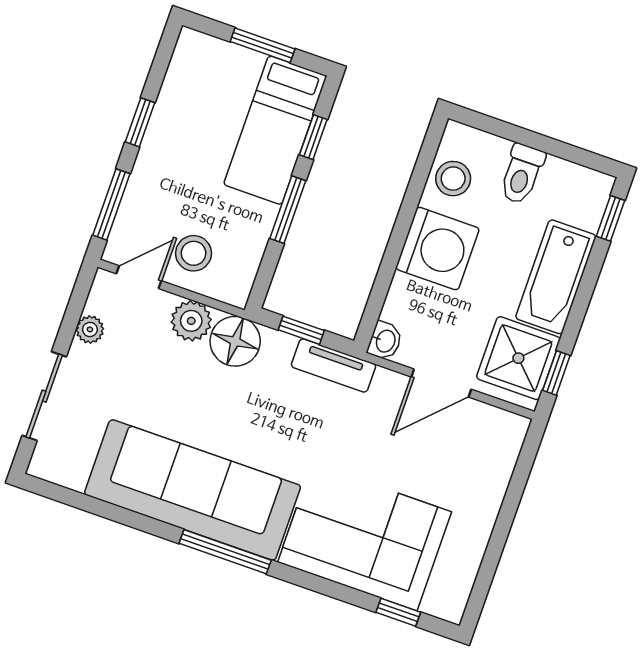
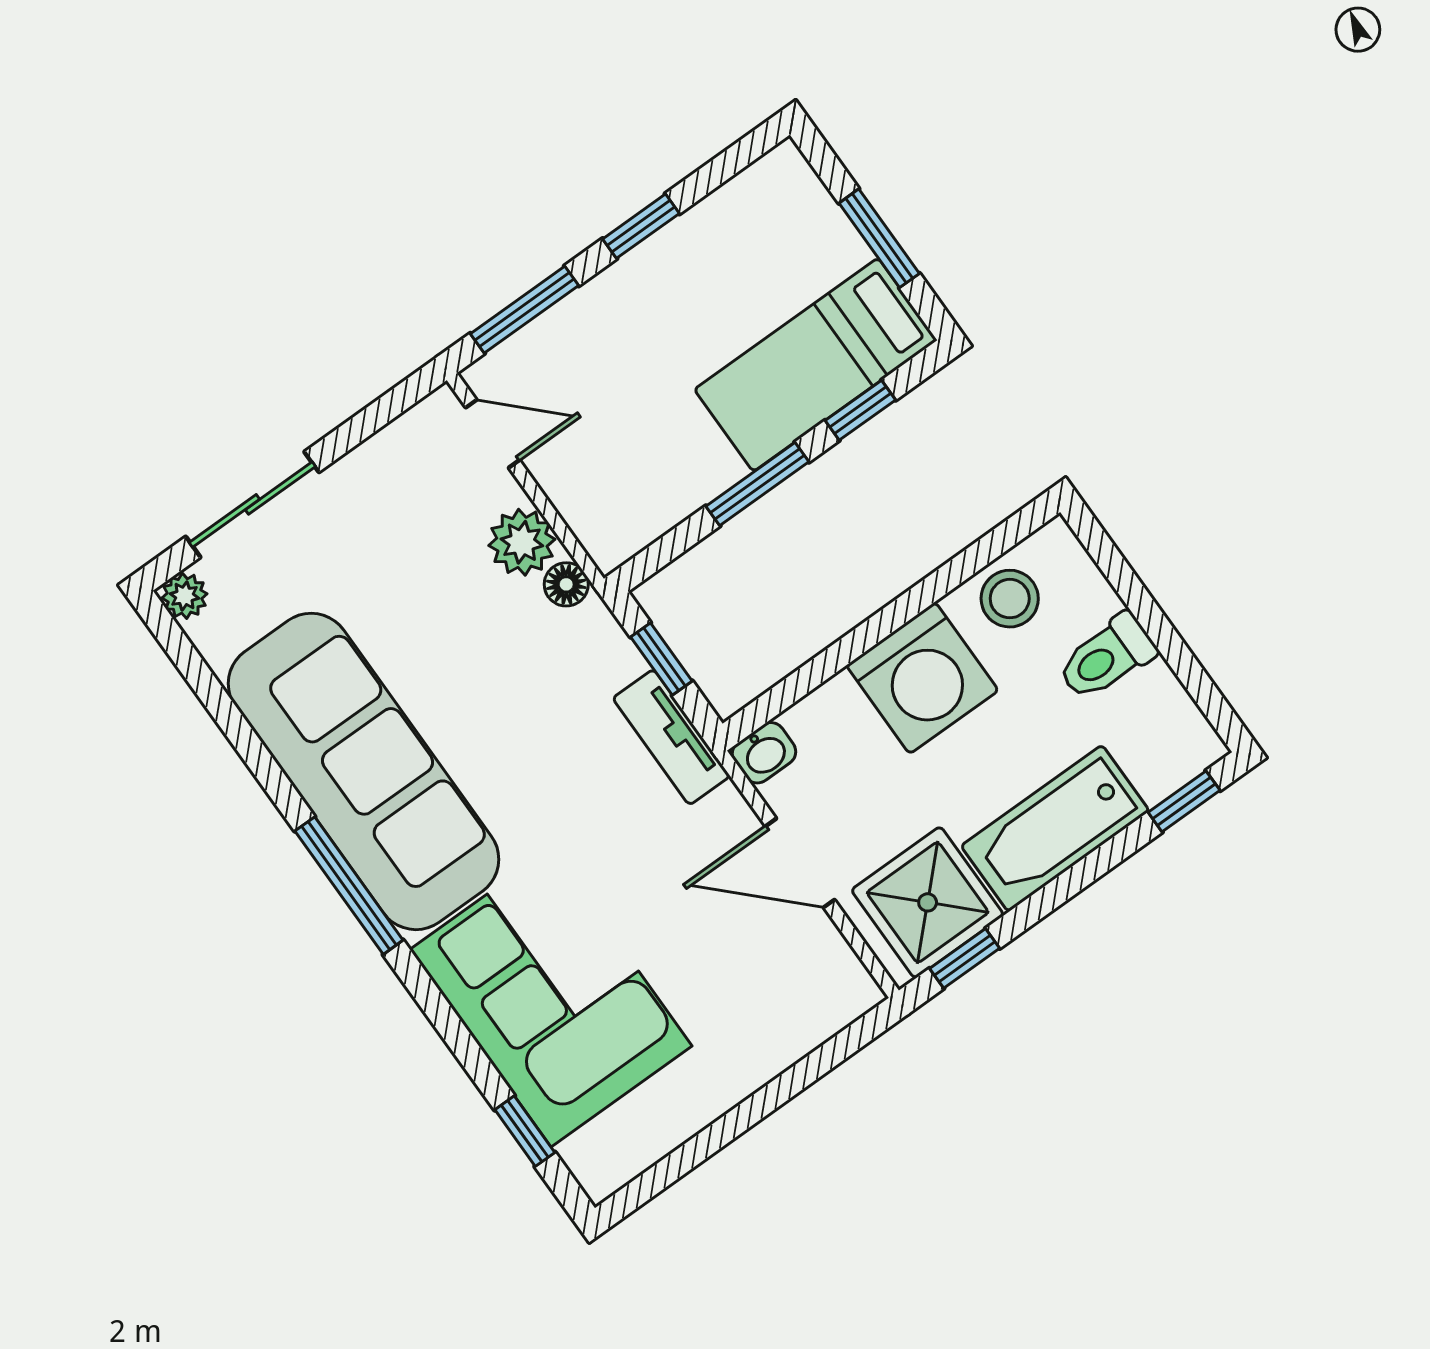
stool: (194, 253) -> (589, 453), removed
plant: (90, 330) -> (184, 596), moved
floor lamp: (235, 341) -> (566, 584), width x0.53, depth x0.53

